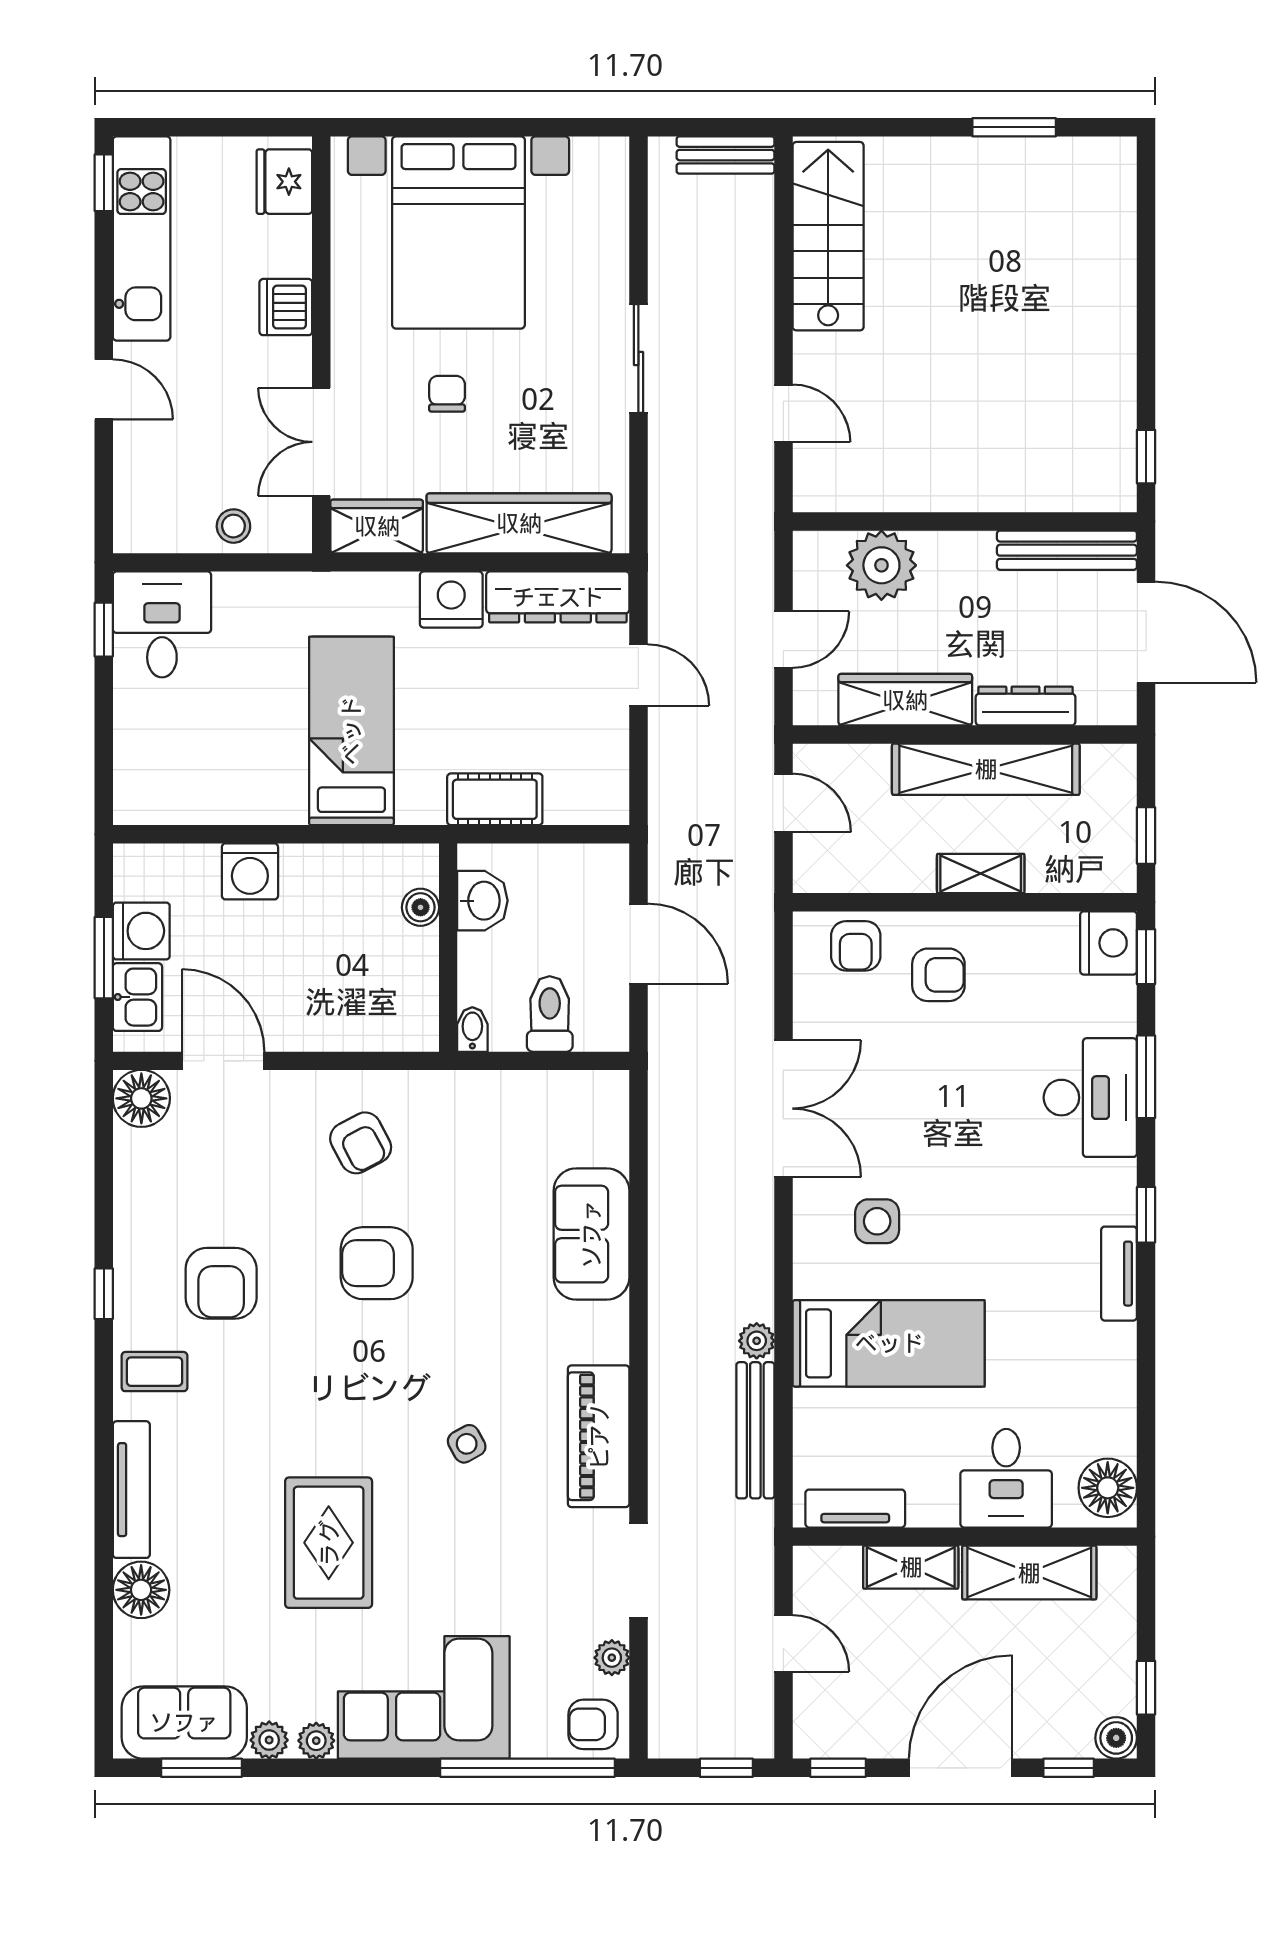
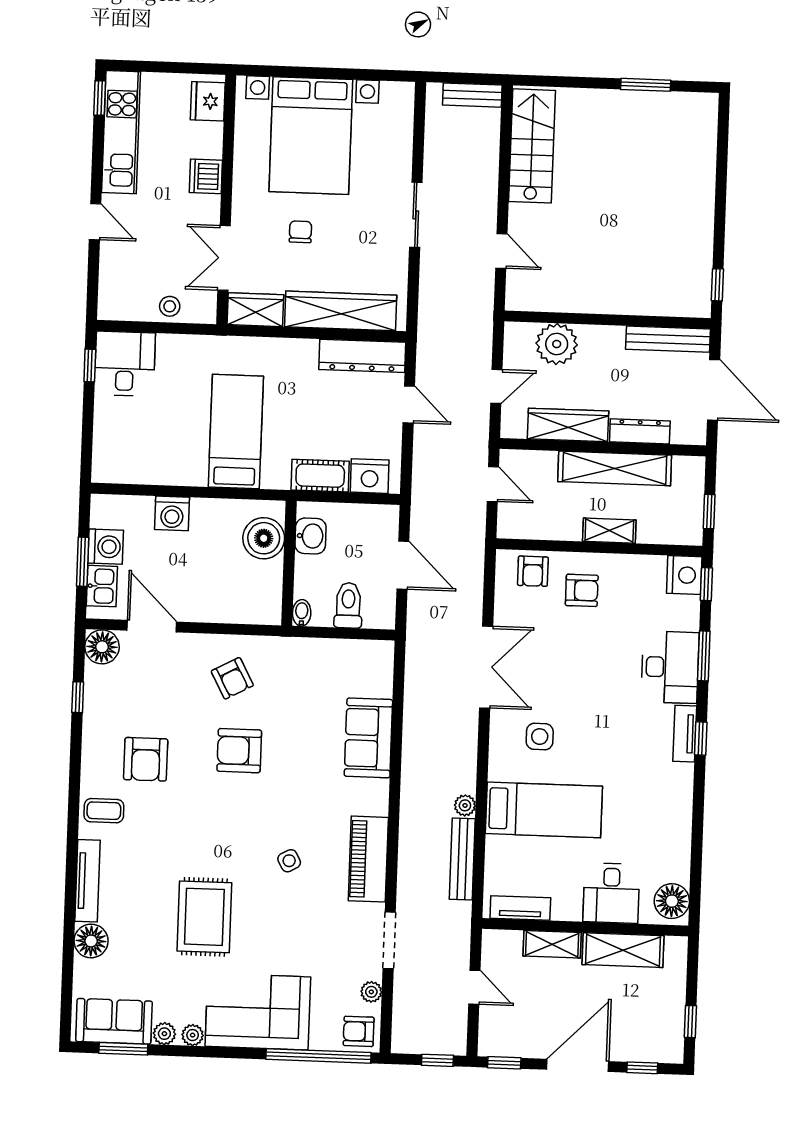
nightstand: (451, 600) -> (370, 476), moved, turned 180
boiler: (420, 907) -> (264, 538), width x1.86, depth x1.86
tv unit: (1119, 1274) -> (685, 734), moved
window: (104, 1294) -> (78, 697), moved
boiler: (1116, 1738) -> (671, 1051), removed

